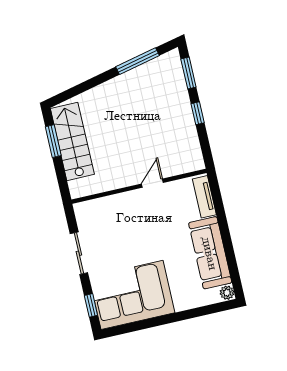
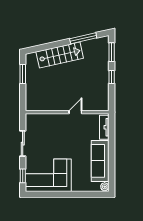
stairs: (72, 141) -> (60, 55), moved, turned 77

